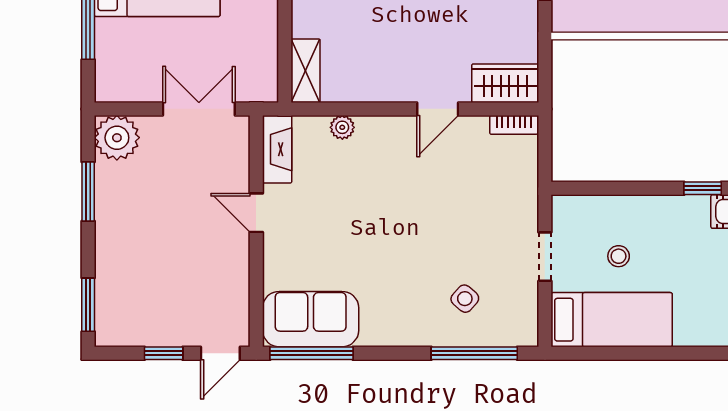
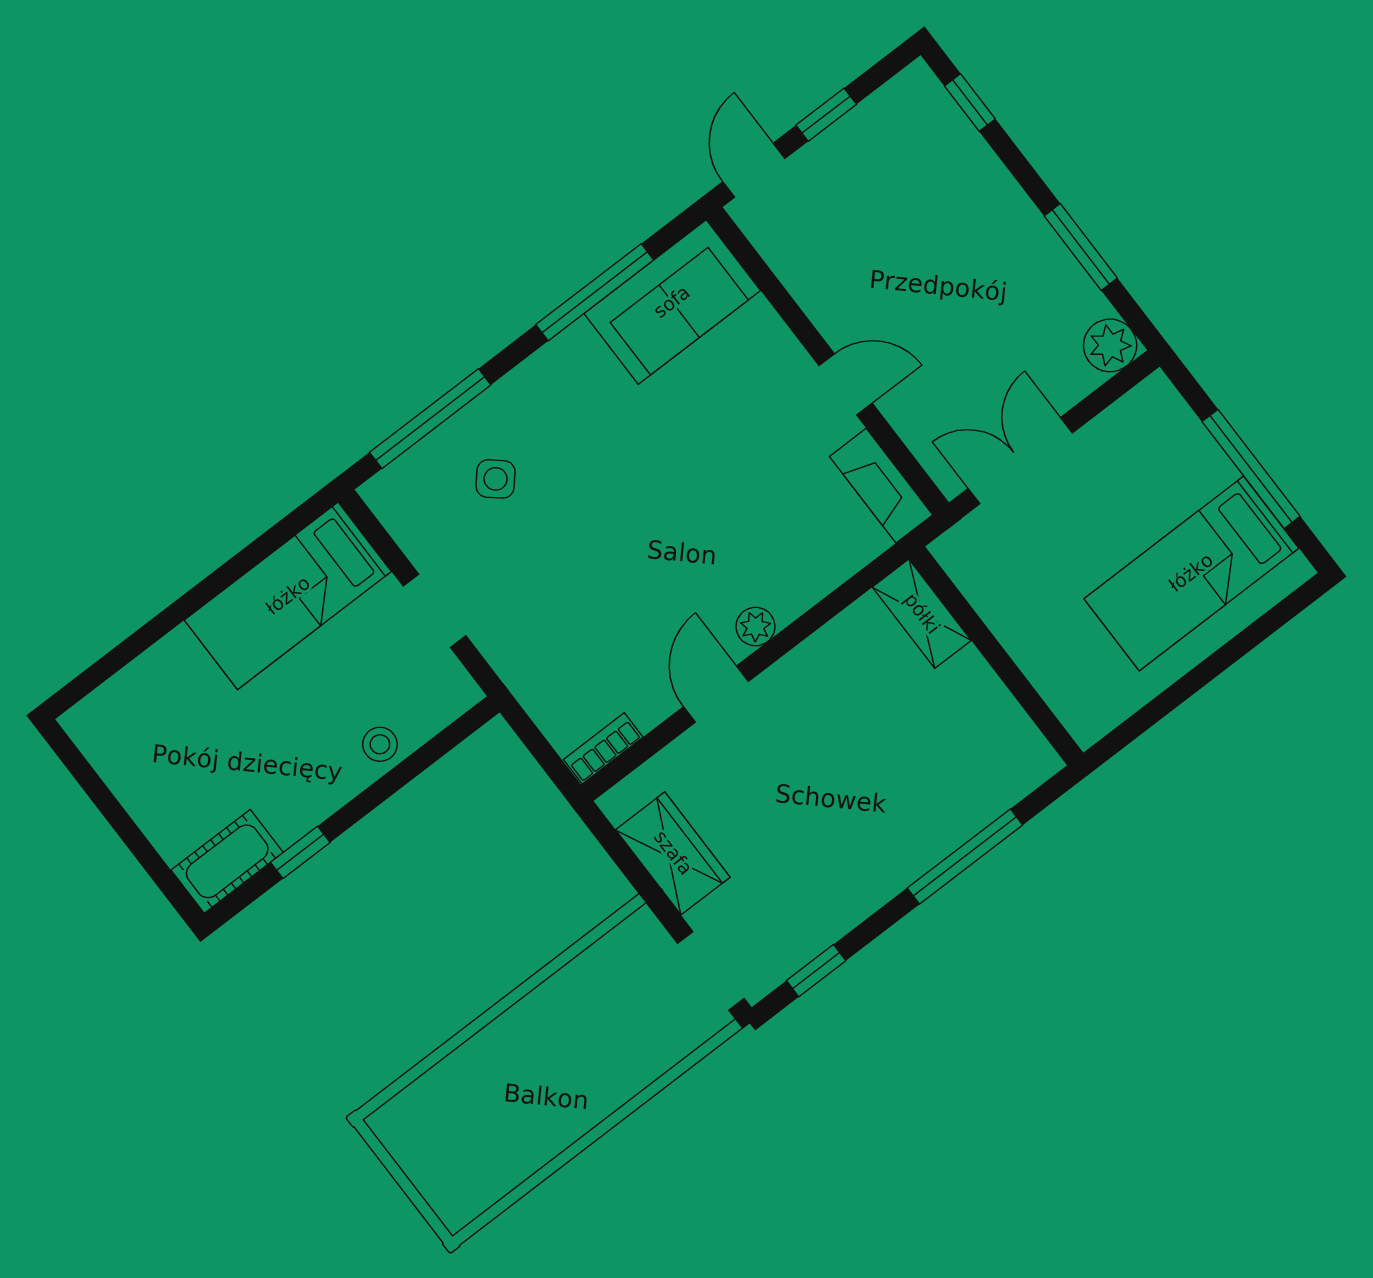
wardrobe: (505, 83) -> (673, 853), moved, turned -90
double door: (199, 109) -> (1020, 461), swing flipped
plant: (342, 127) -> (756, 627), moved
plant: (117, 138) -> (1110, 345), width x0.73, depth x0.73
stool: (619, 256) -> (380, 744), moved
window: (88, 305) -> (970, 103), width x0.67
window: (312, 353) -> (595, 292), moved

